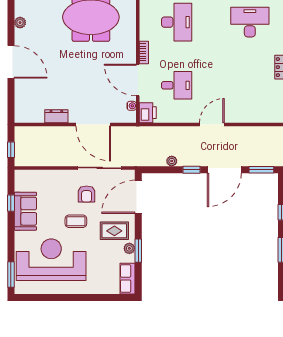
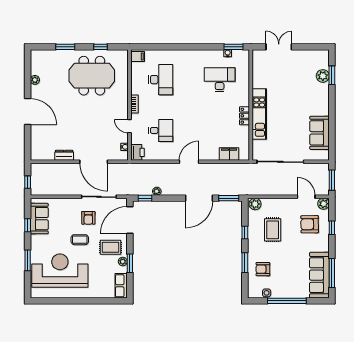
door: (138, 80) -> (129, 126), width x0.53
filing cabinet: (262, 115) -> (229, 154), added
window: (191, 170) -> (145, 198), moved
sofa: (25, 211) -> (39, 219), moved
window: (11, 274) -> (28, 260), moved

